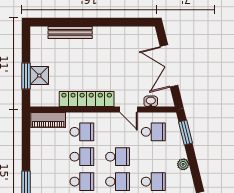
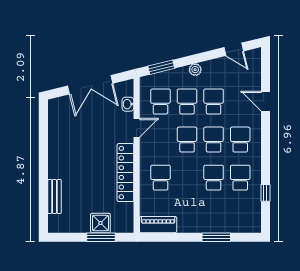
bench: (70, 32) -> (54, 196), width x0.73
piano: (48, 120) -> (158, 225), moved, turned -90
school desk: (82, 157) -> (187, 101), moved

